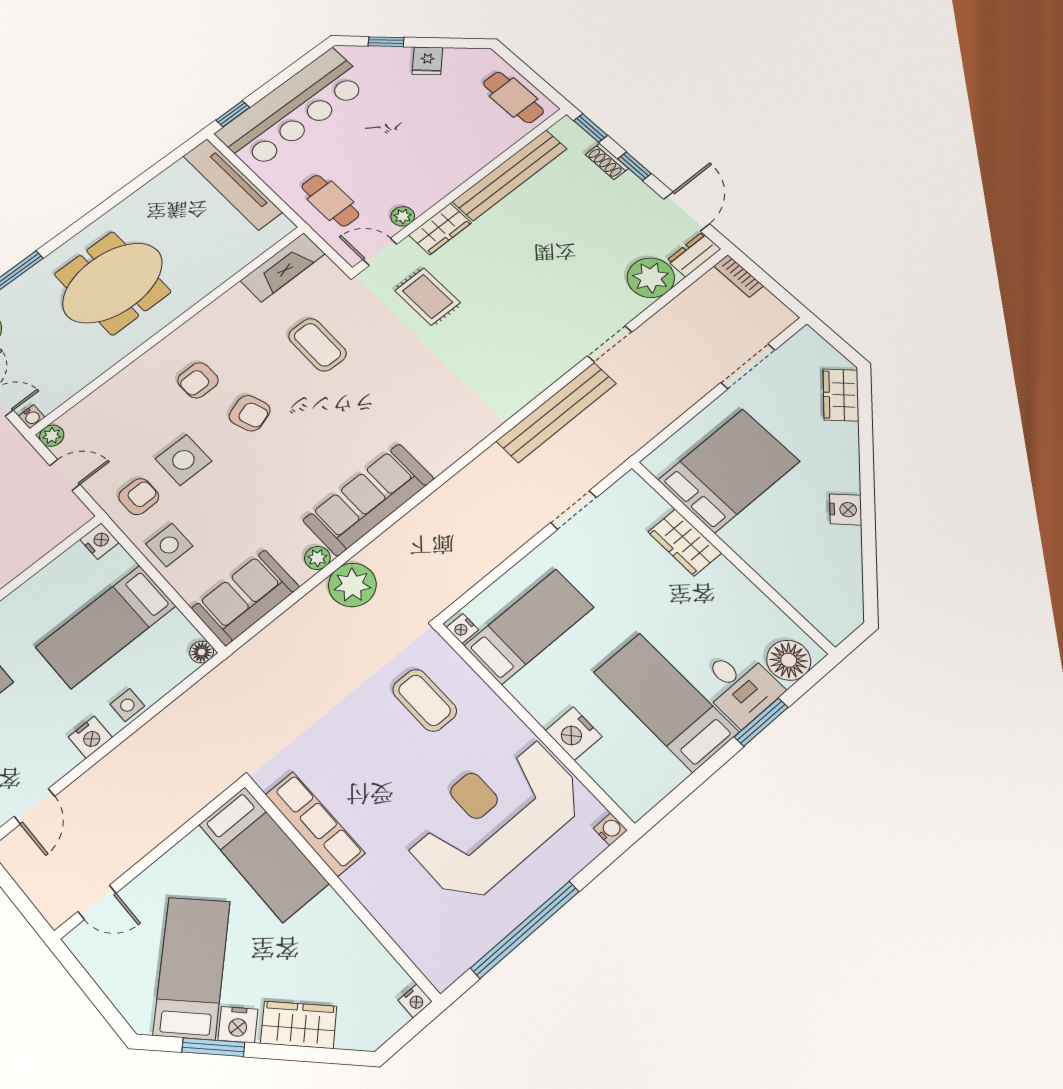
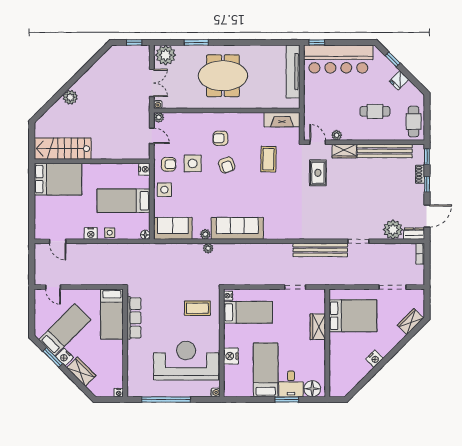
cafe table: (330, 201) -> (375, 111), moved, turned 90
plant: (352, 585) -> (208, 248), width x0.53, depth x0.53
coffee table: (425, 700) -> (197, 308), turned 90
door: (34, 806) -> (58, 241), hinge flipped

